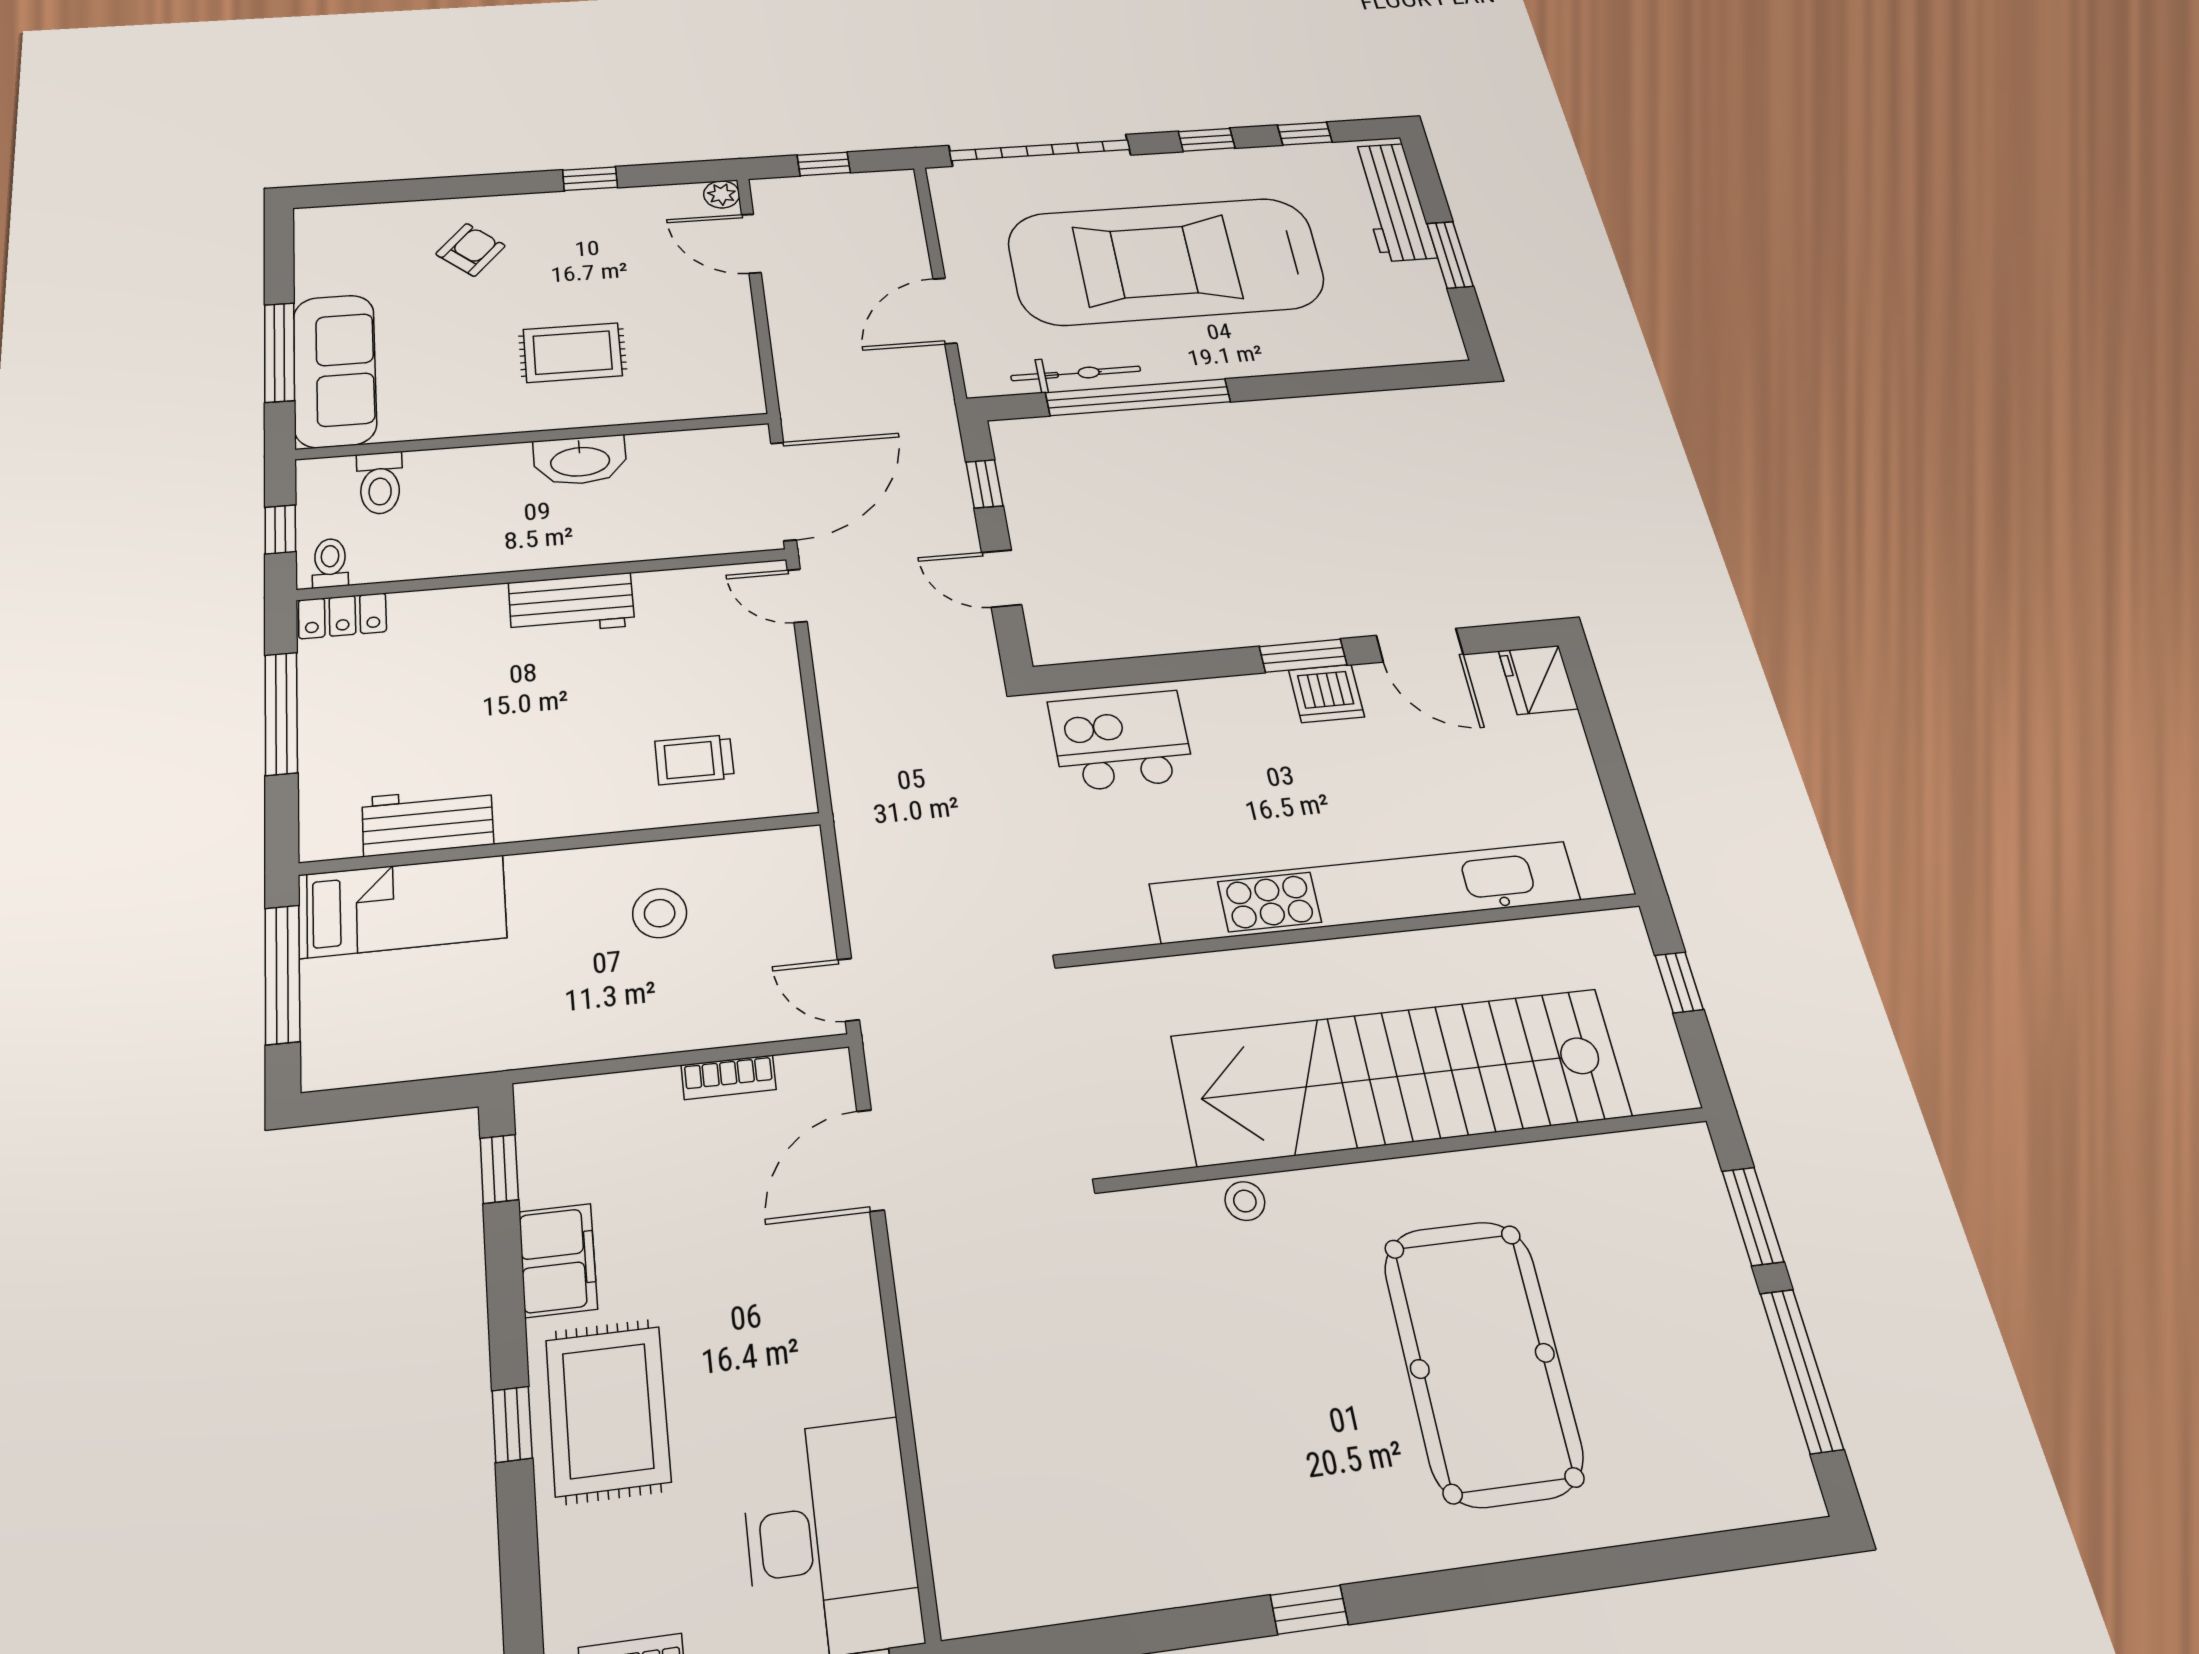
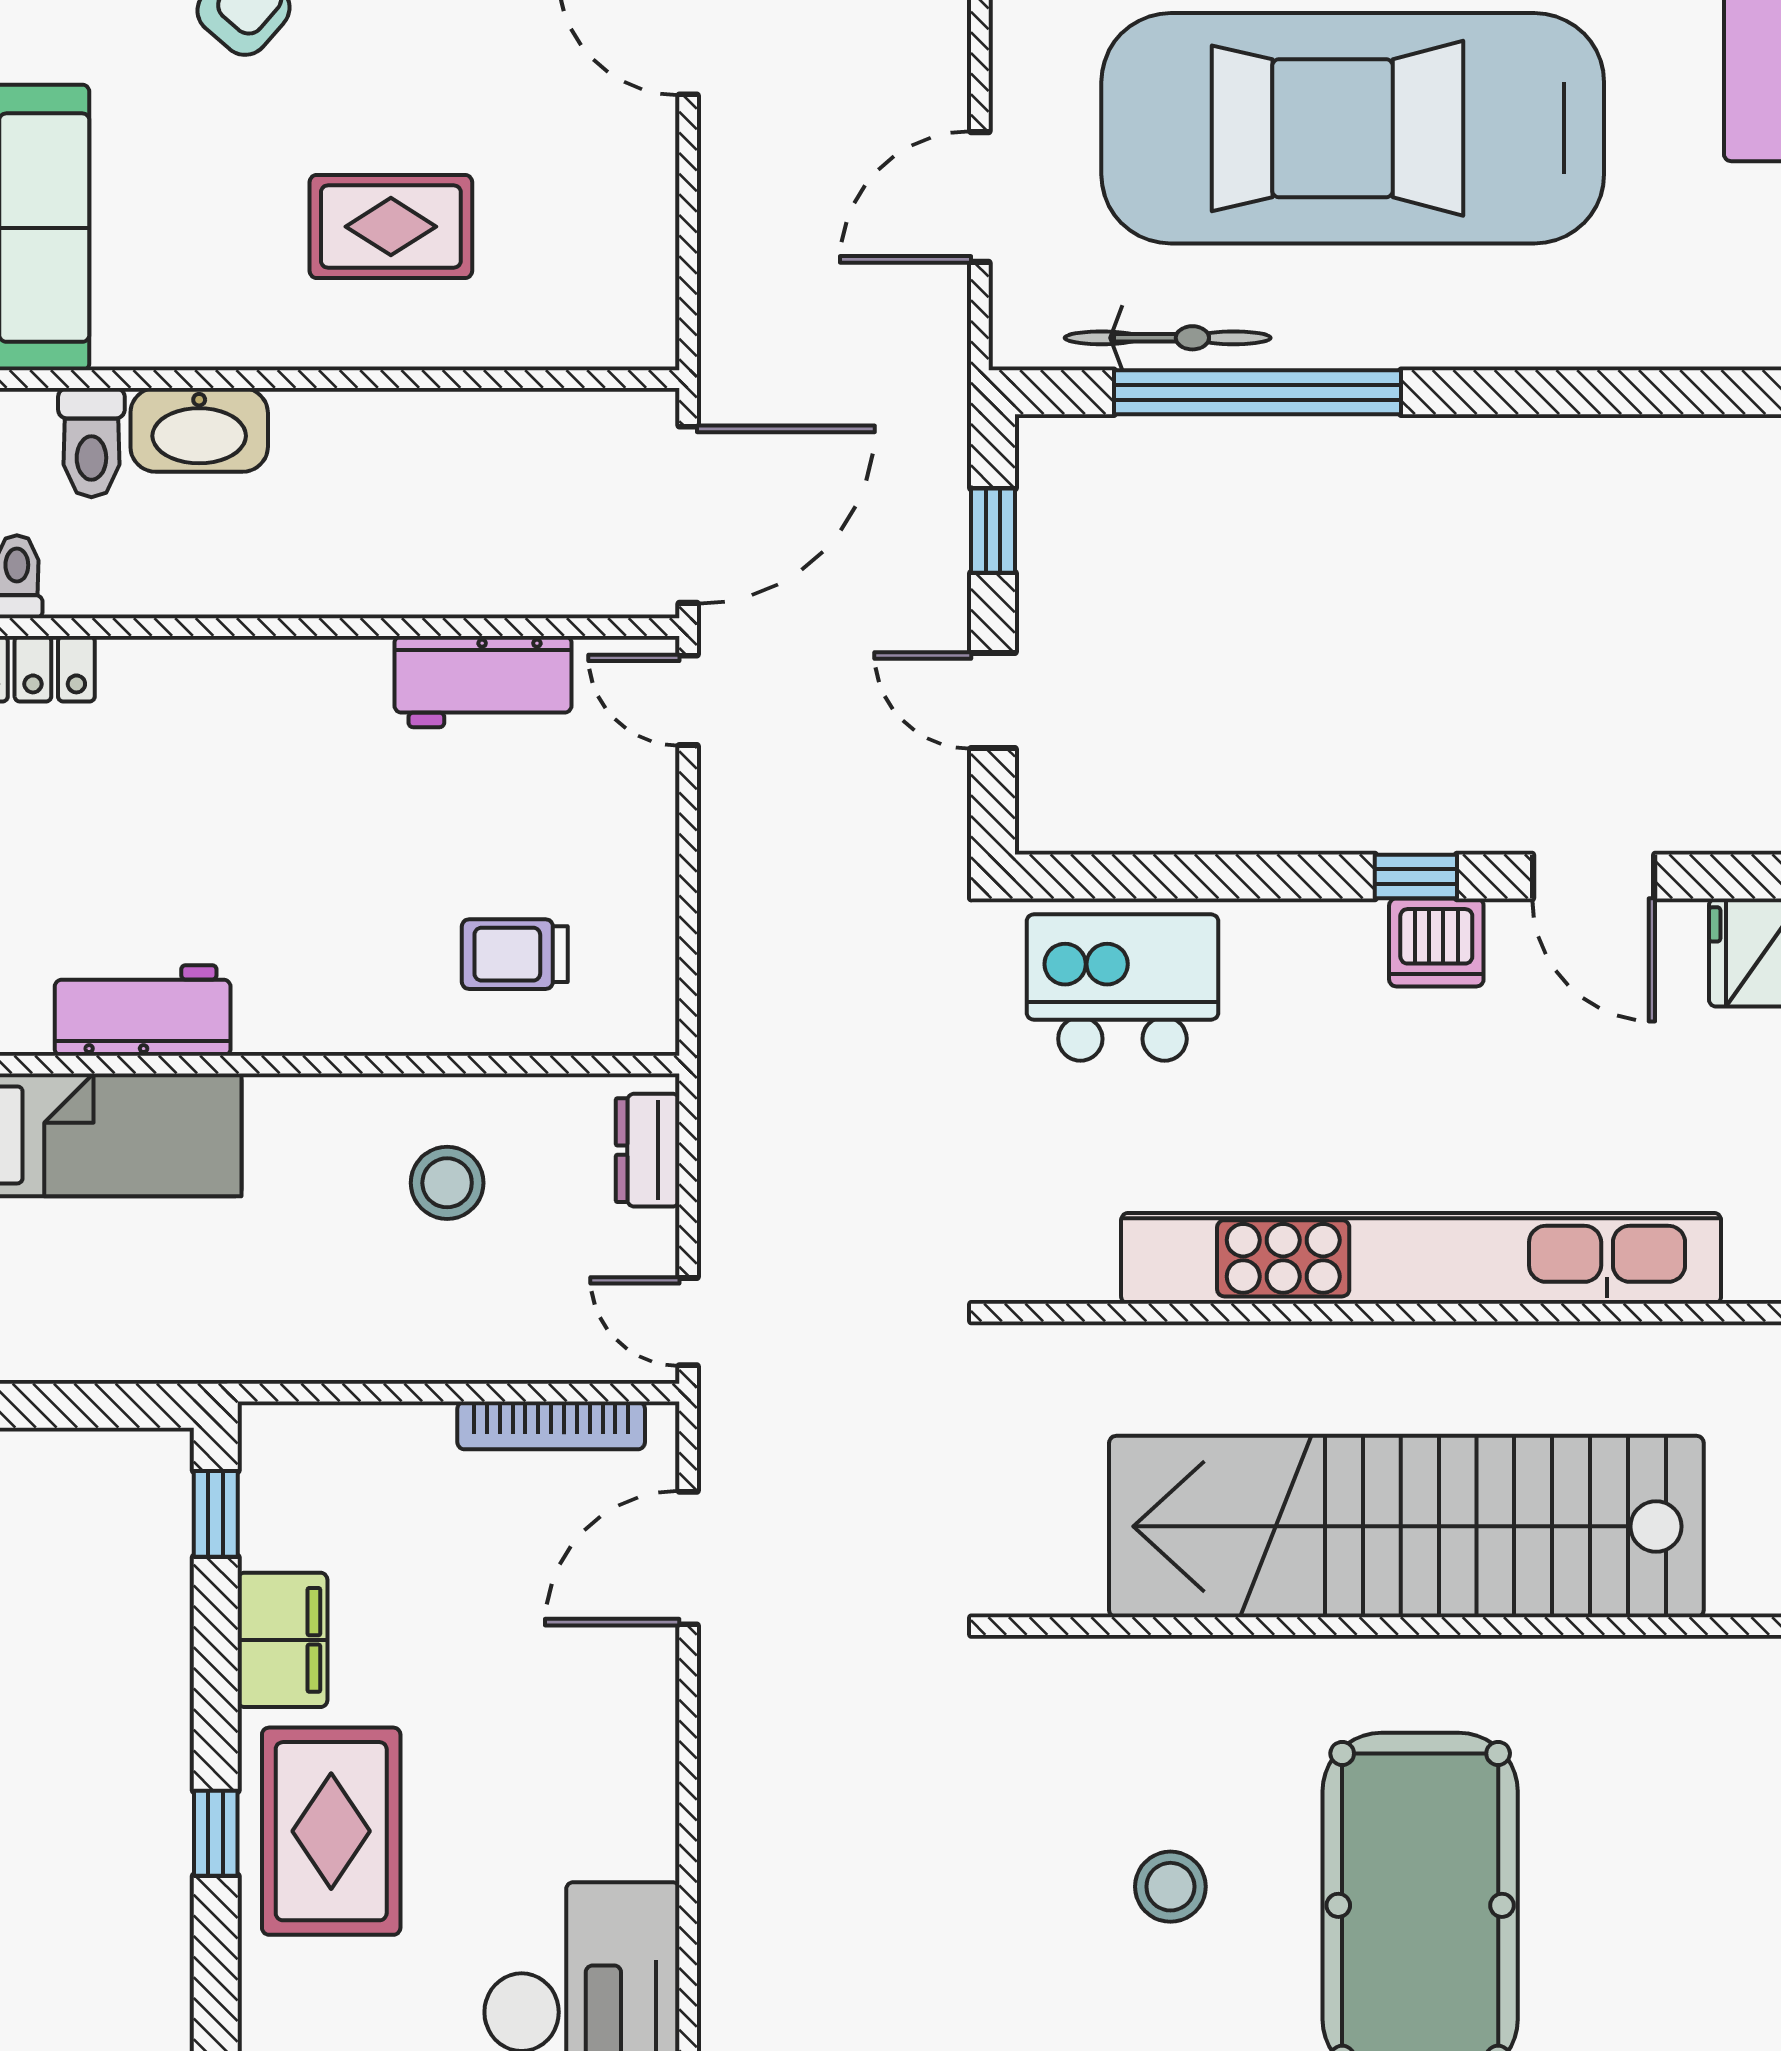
washbasin: (580, 460) -> (199, 430), moved
workbench: (571, 604) -> (483, 682), moved
window: (1303, 656) -> (1416, 876), width x0.67
dresser: (804, 877) -> (648, 1150), added
bookcase: (729, 1077) -> (551, 1425), width x1.56
stool: (1245, 1201) -> (1170, 1887), moved, width x1.37, depth x1.37

